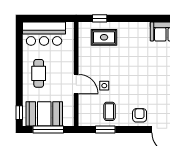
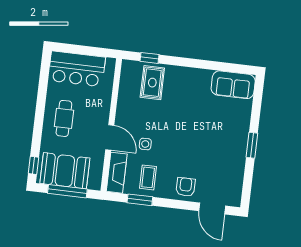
rug: (104, 37) -> (152, 83), turned 90
fireplace: (85, 111) -> (117, 173), added

